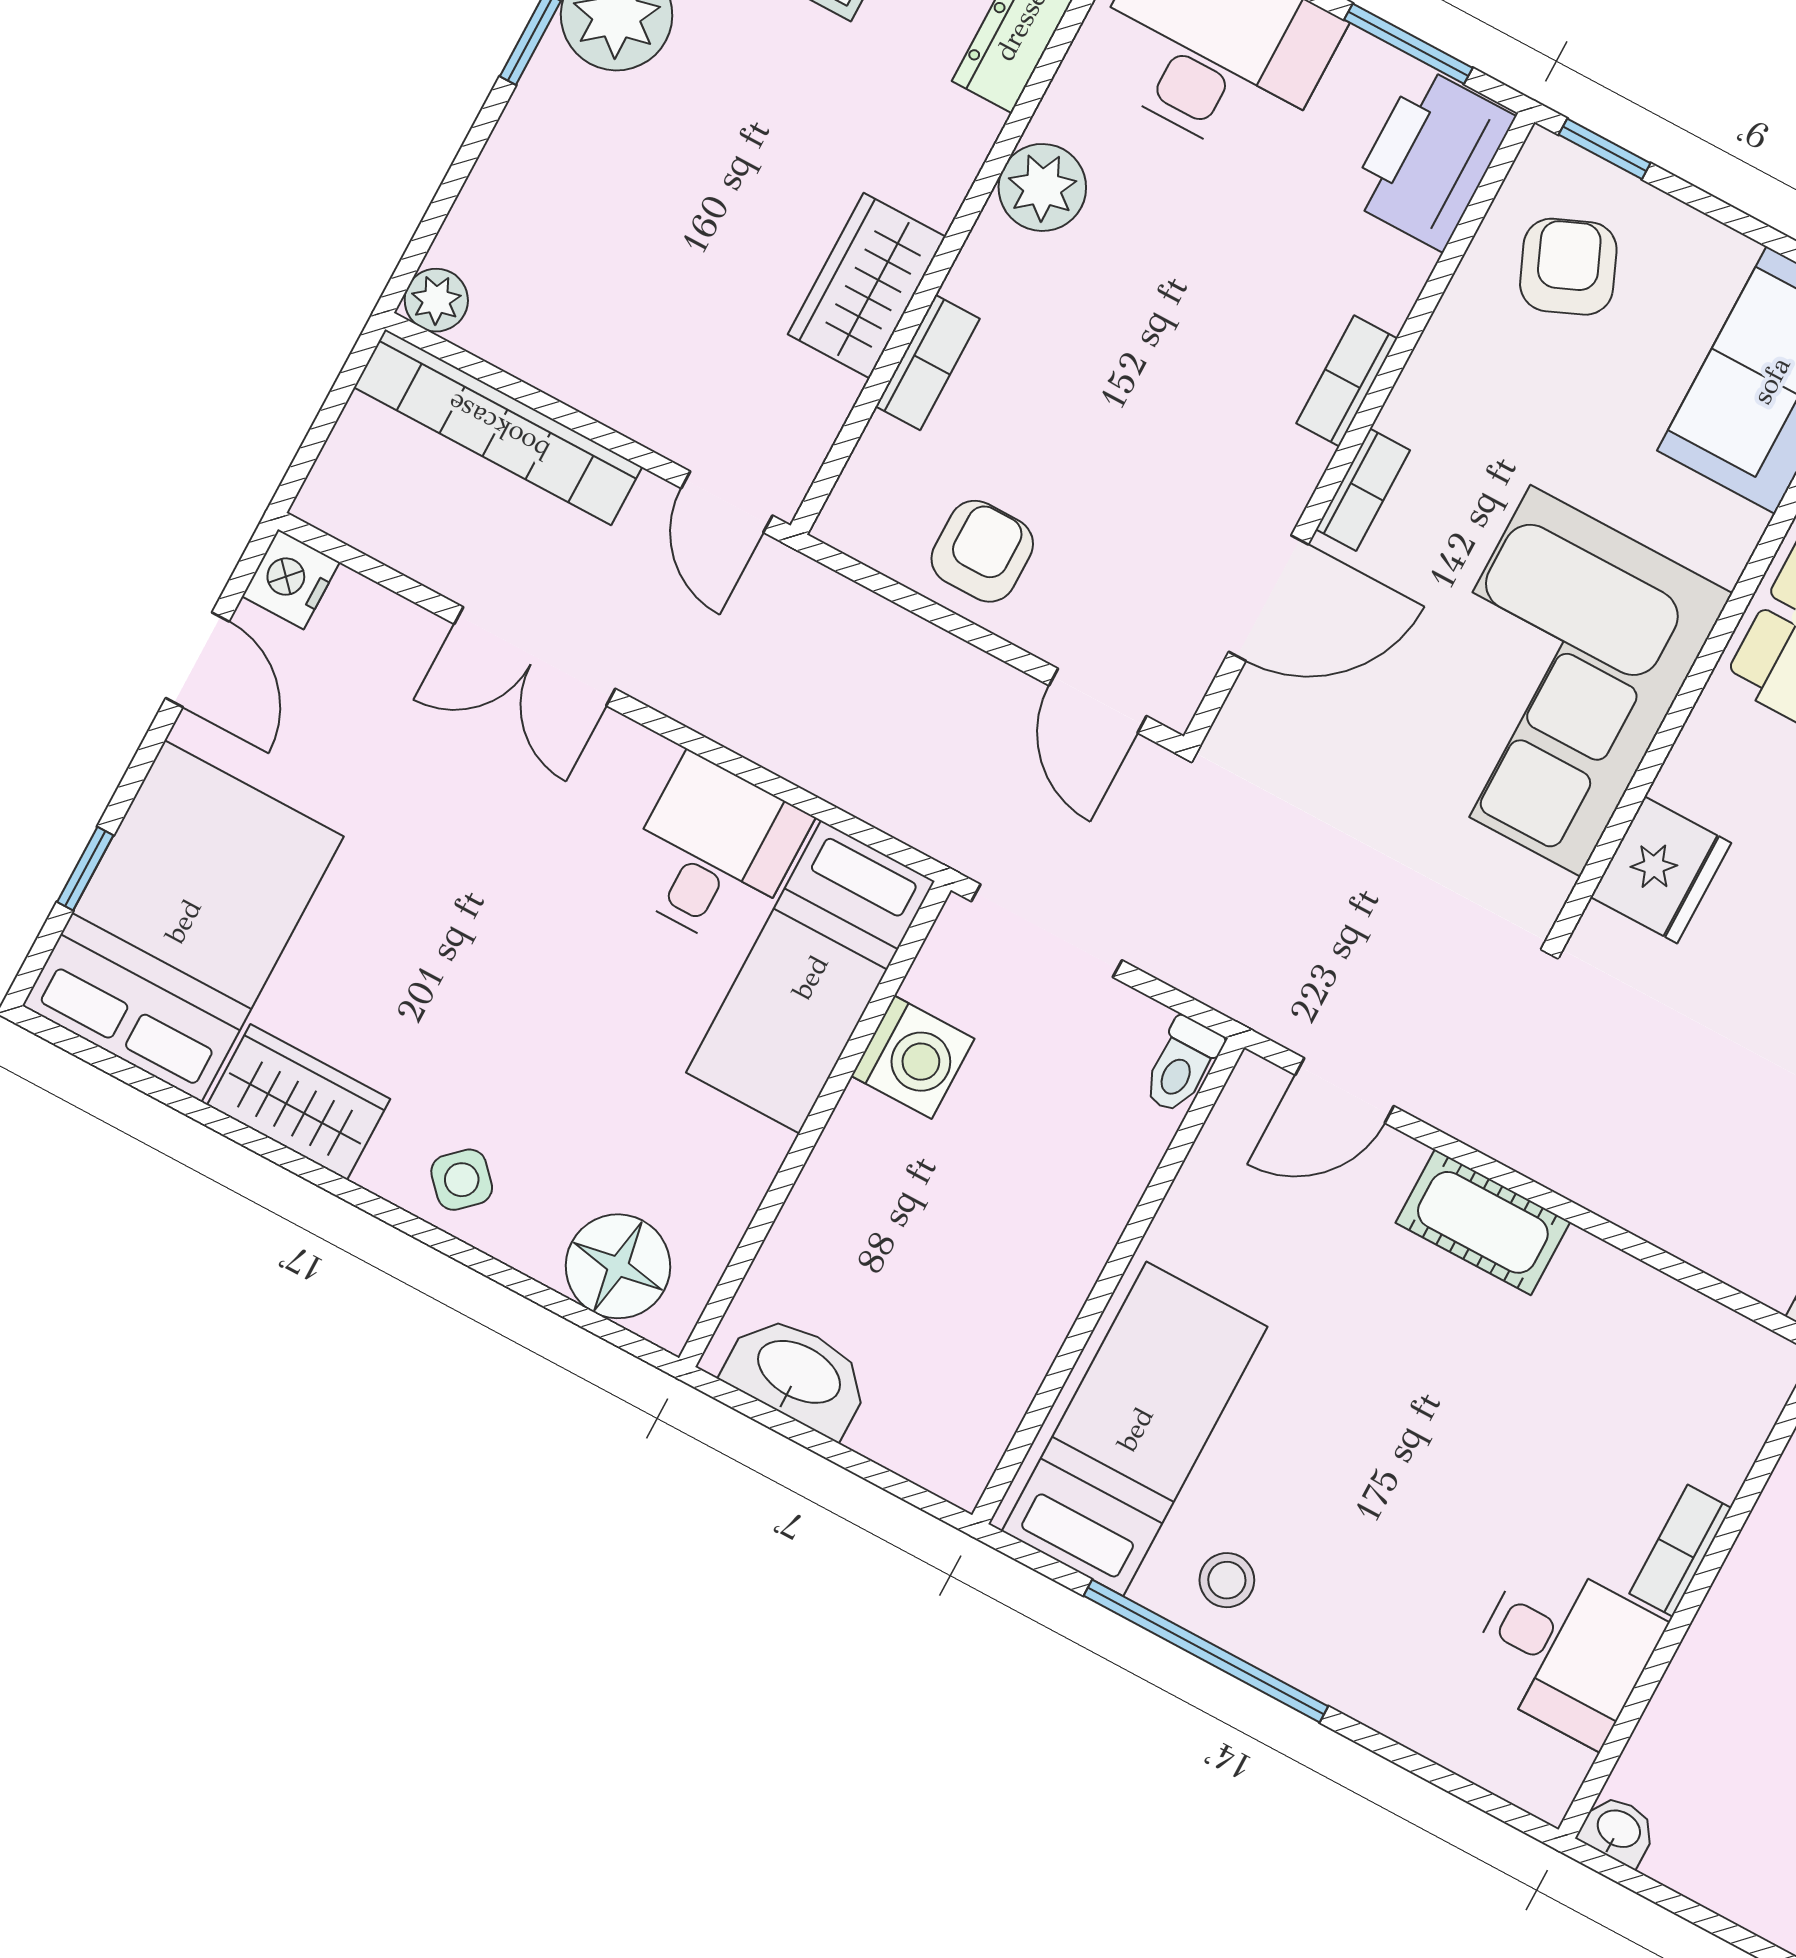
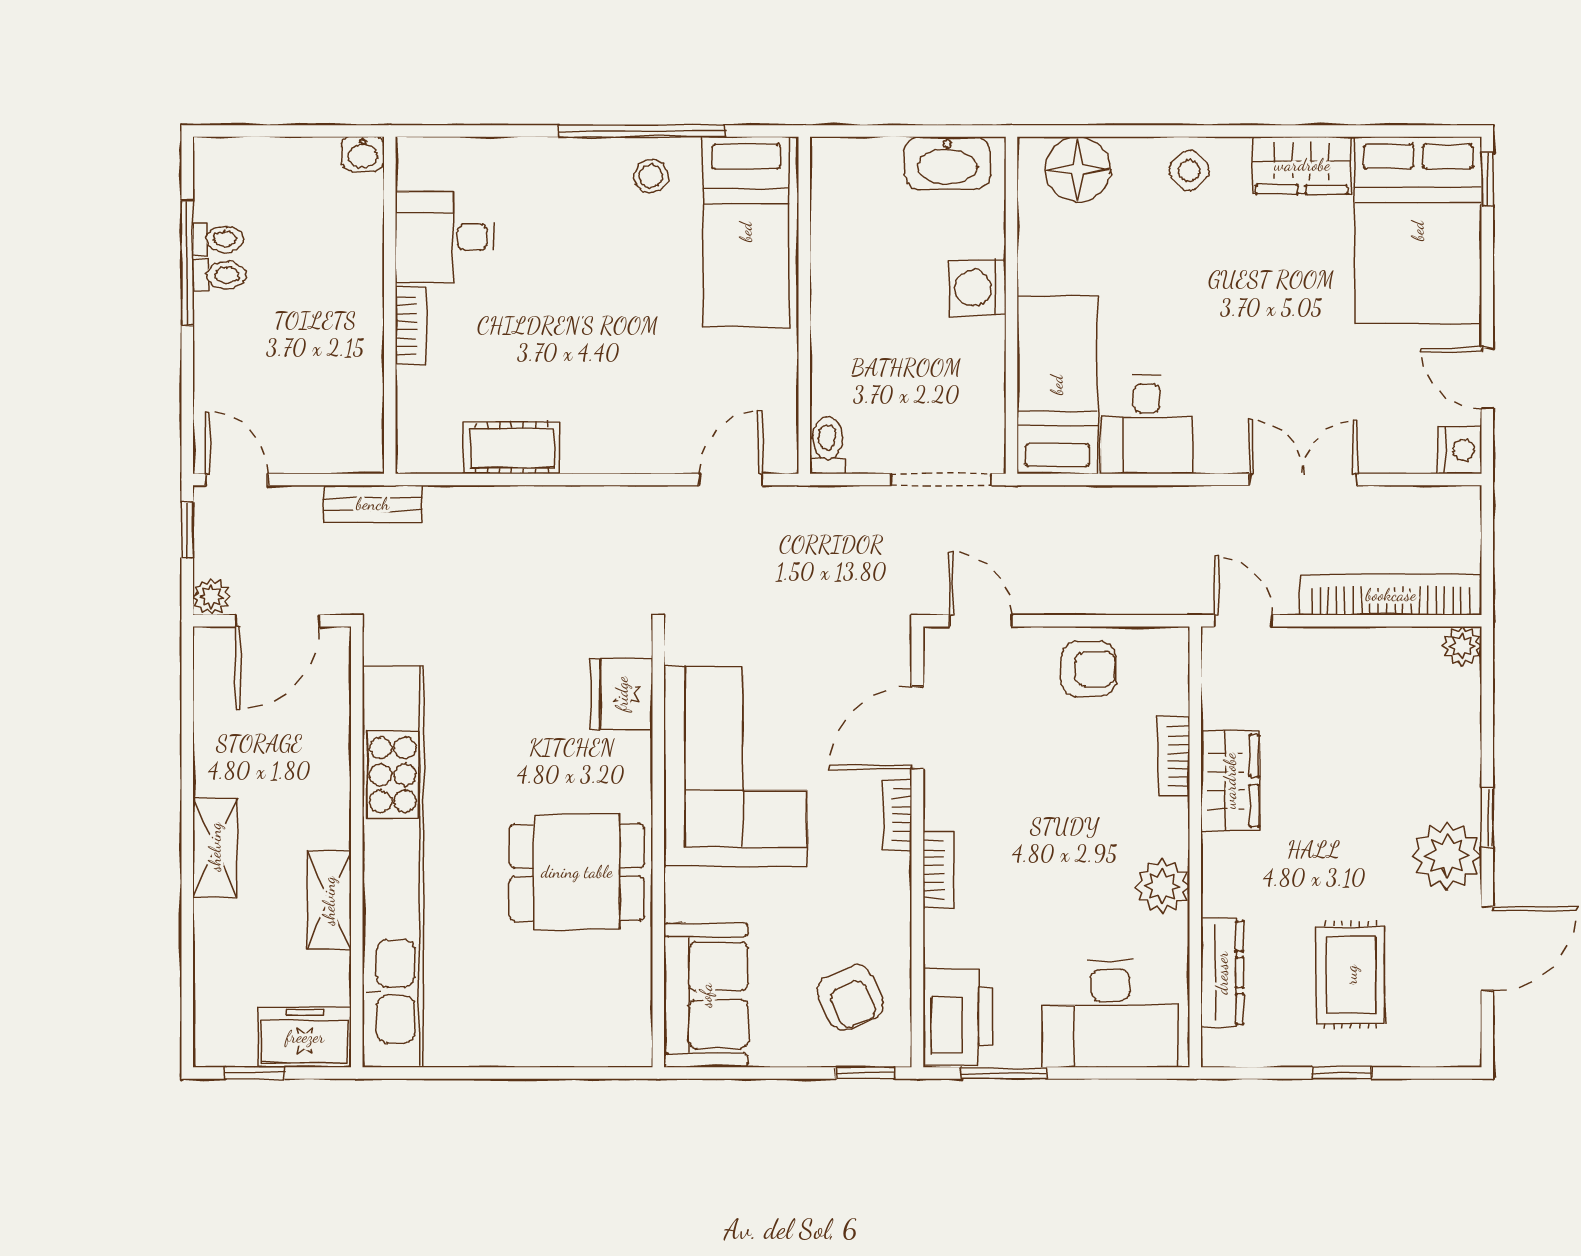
armchair: (982, 551) -> (1088, 669), turned -90
window: (85, 869) -> (1487, 179), moved
washing machine: (913, 1057) -> (977, 288), moved
cot: (1483, 1222) -> (512, 448), moved

